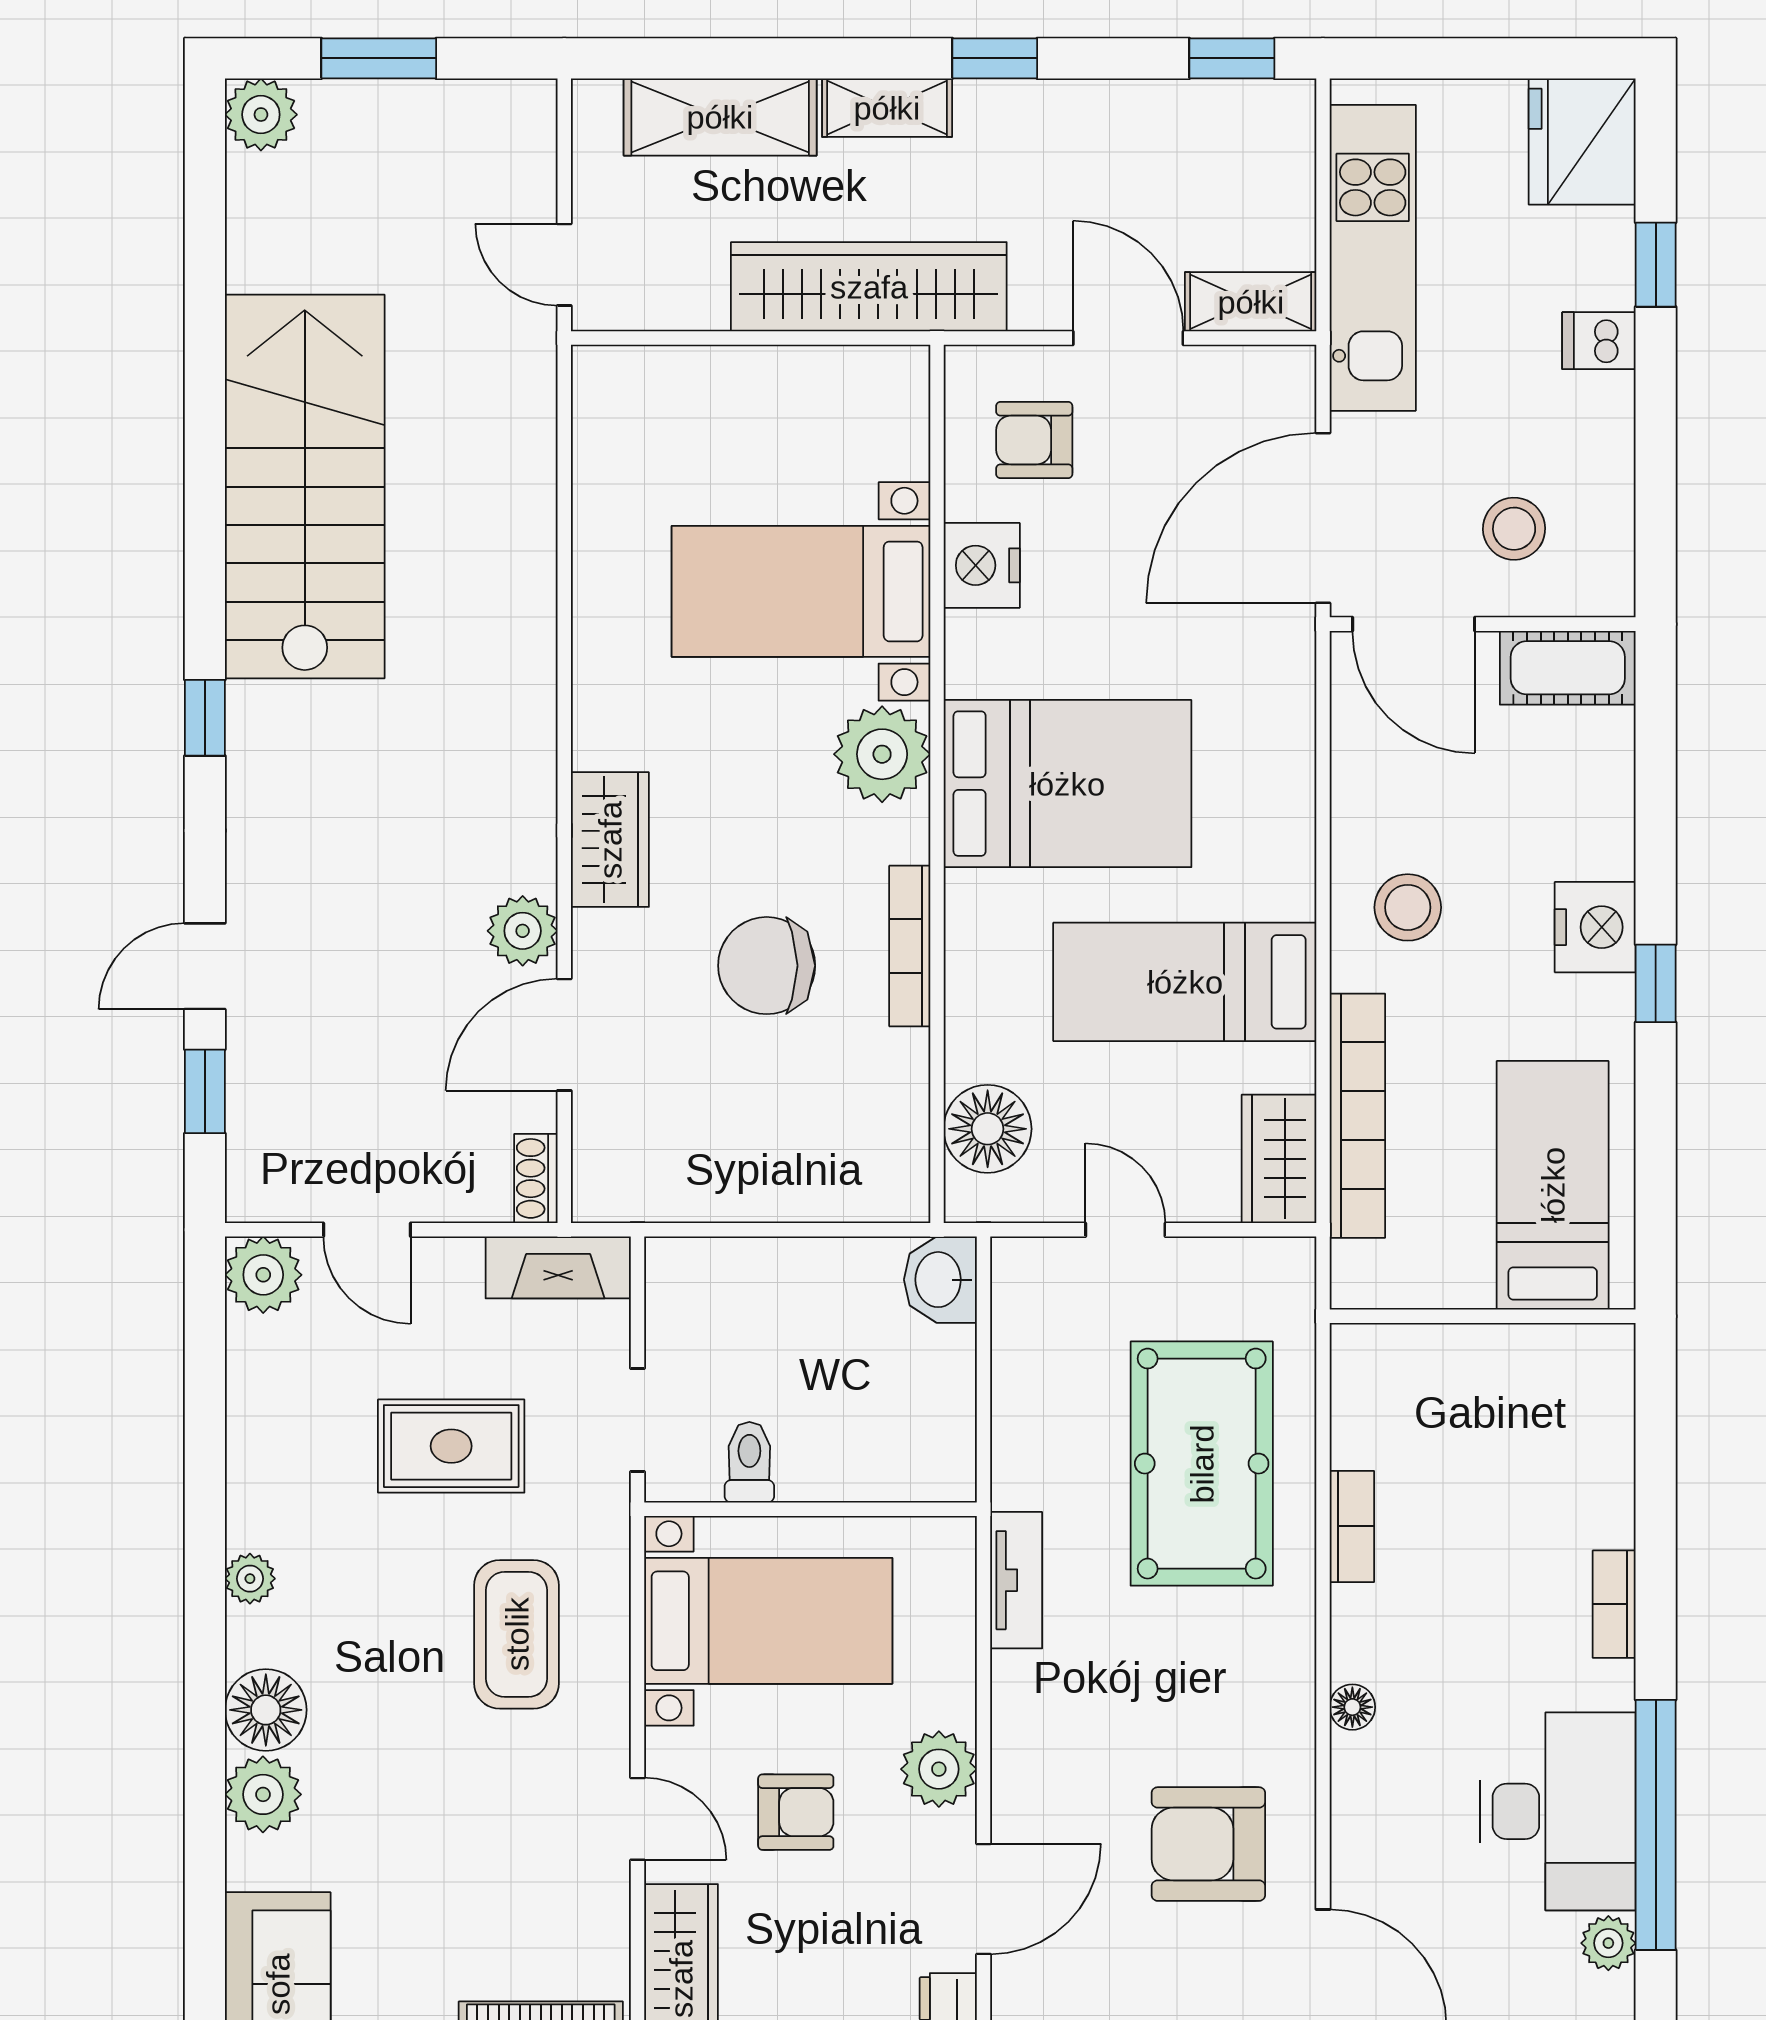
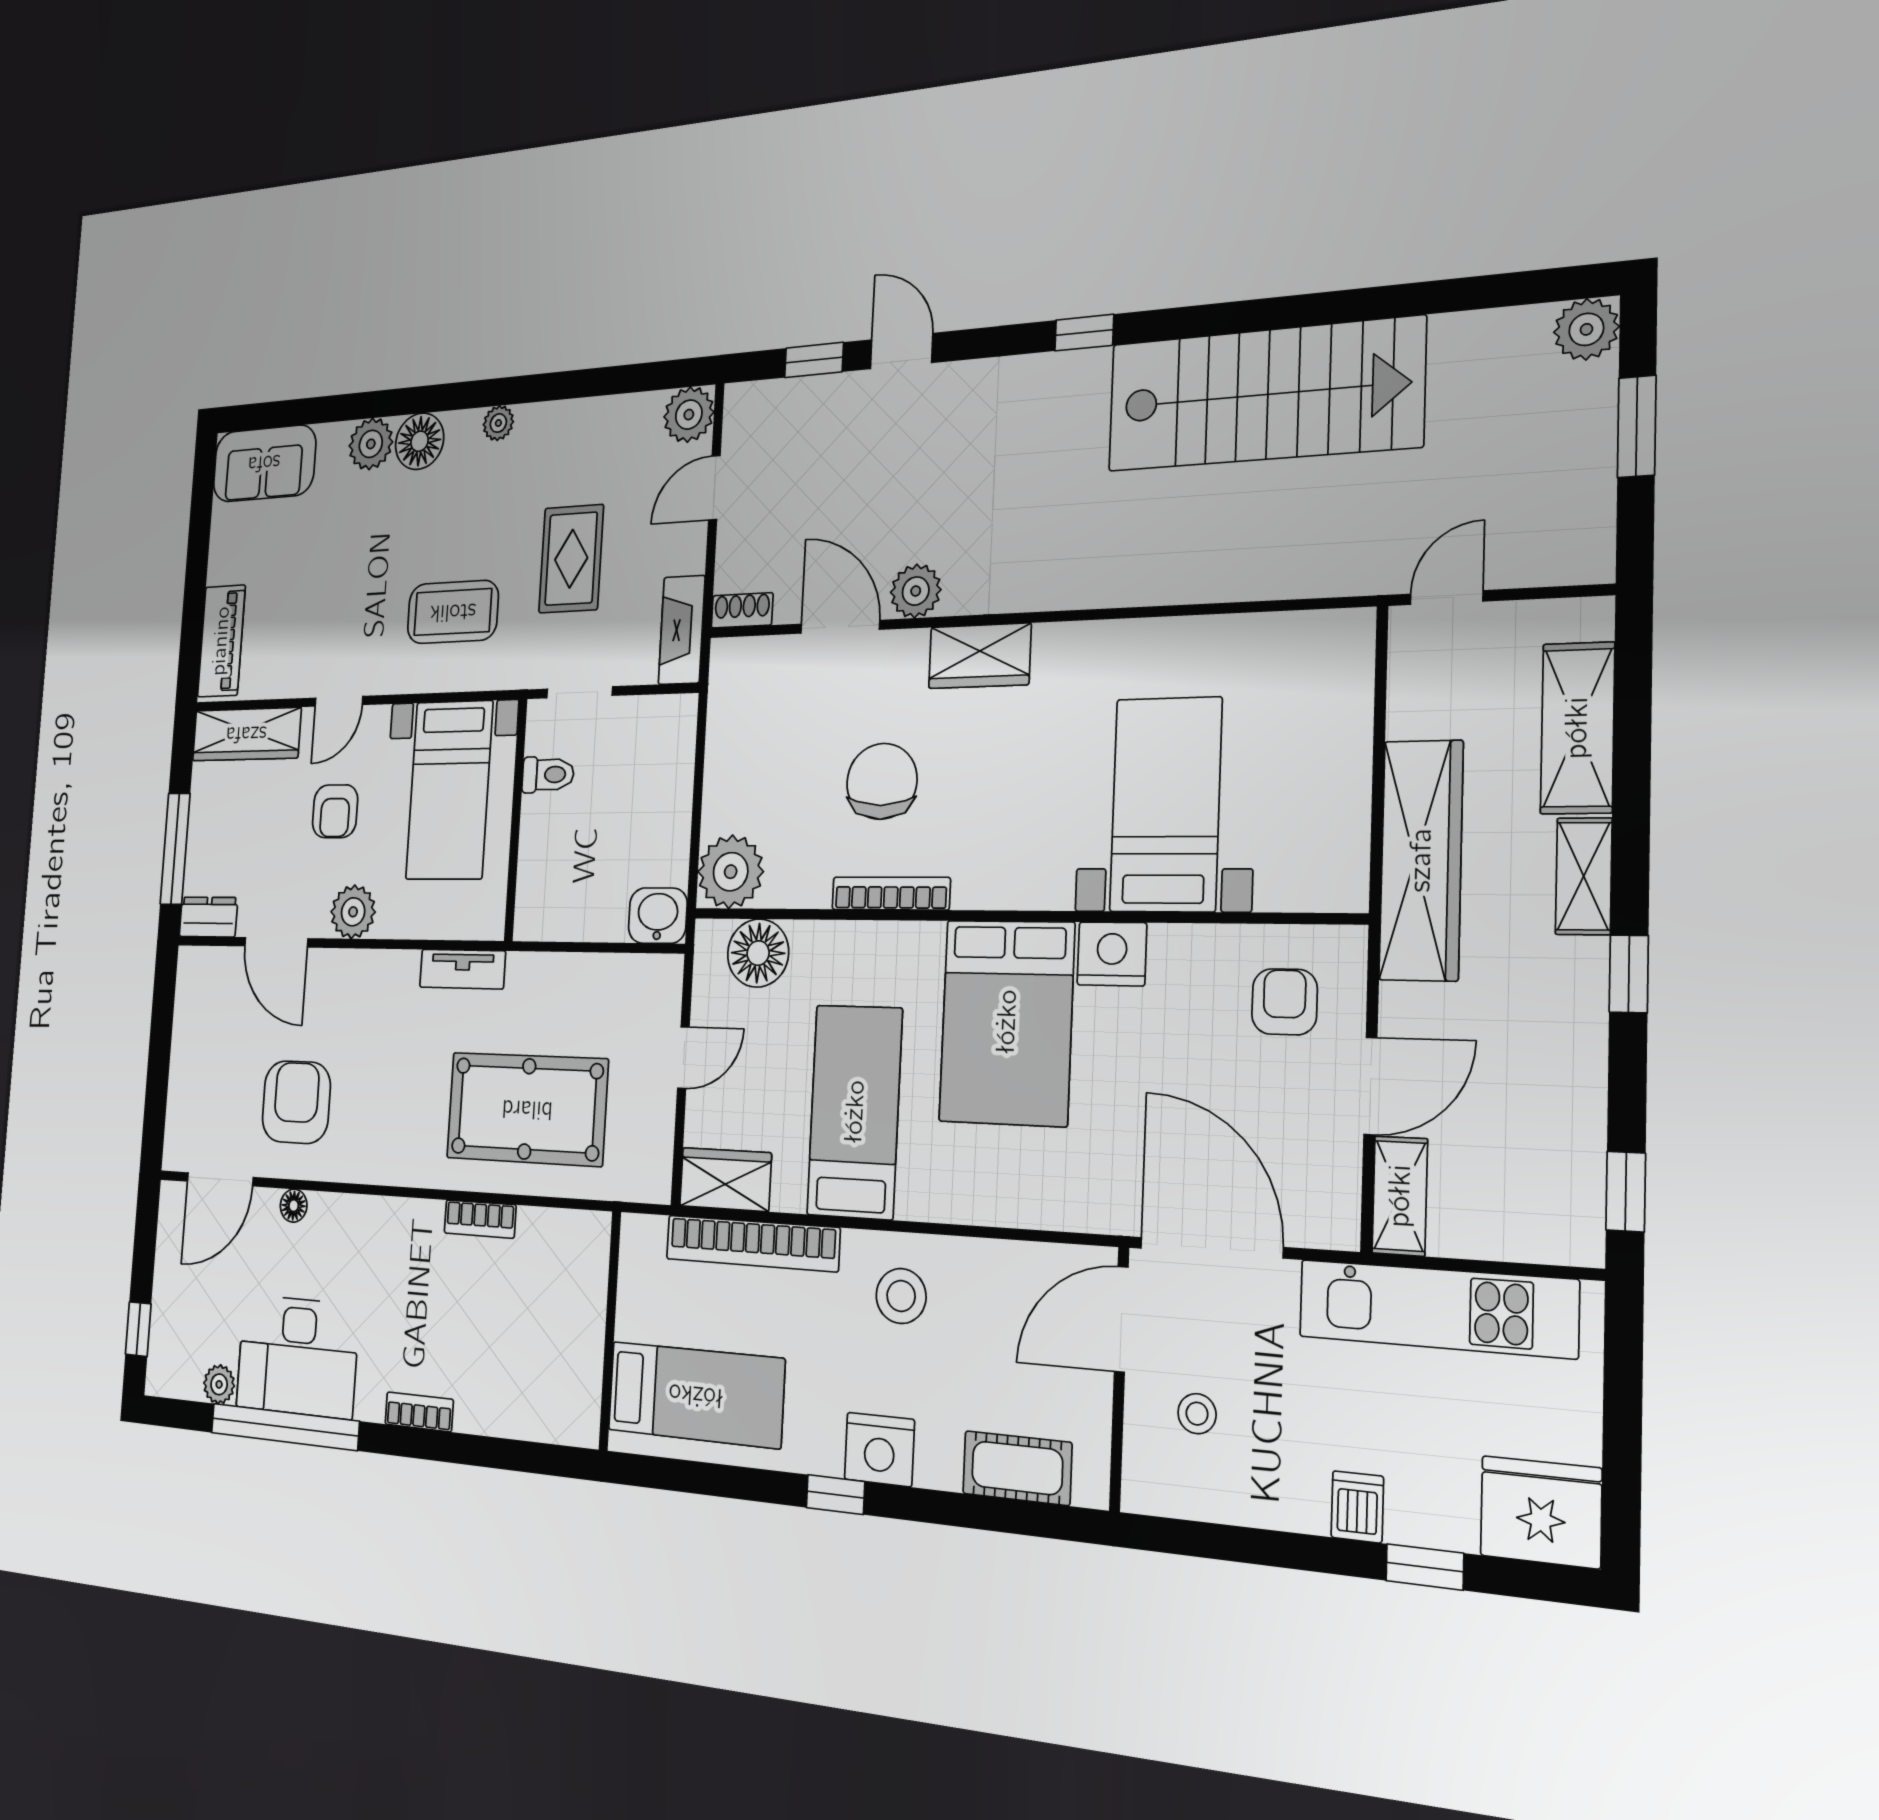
stool: (1514, 529) -> (1197, 1414), width x0.73, depth x0.73
nightstand: (982, 565) -> (1112, 954), moved
cot: (1568, 668) -> (1017, 1468), moved, turned 90
plant: (882, 754) -> (731, 872), moved
floor lamp: (1352, 1707) -> (294, 1206), moved

